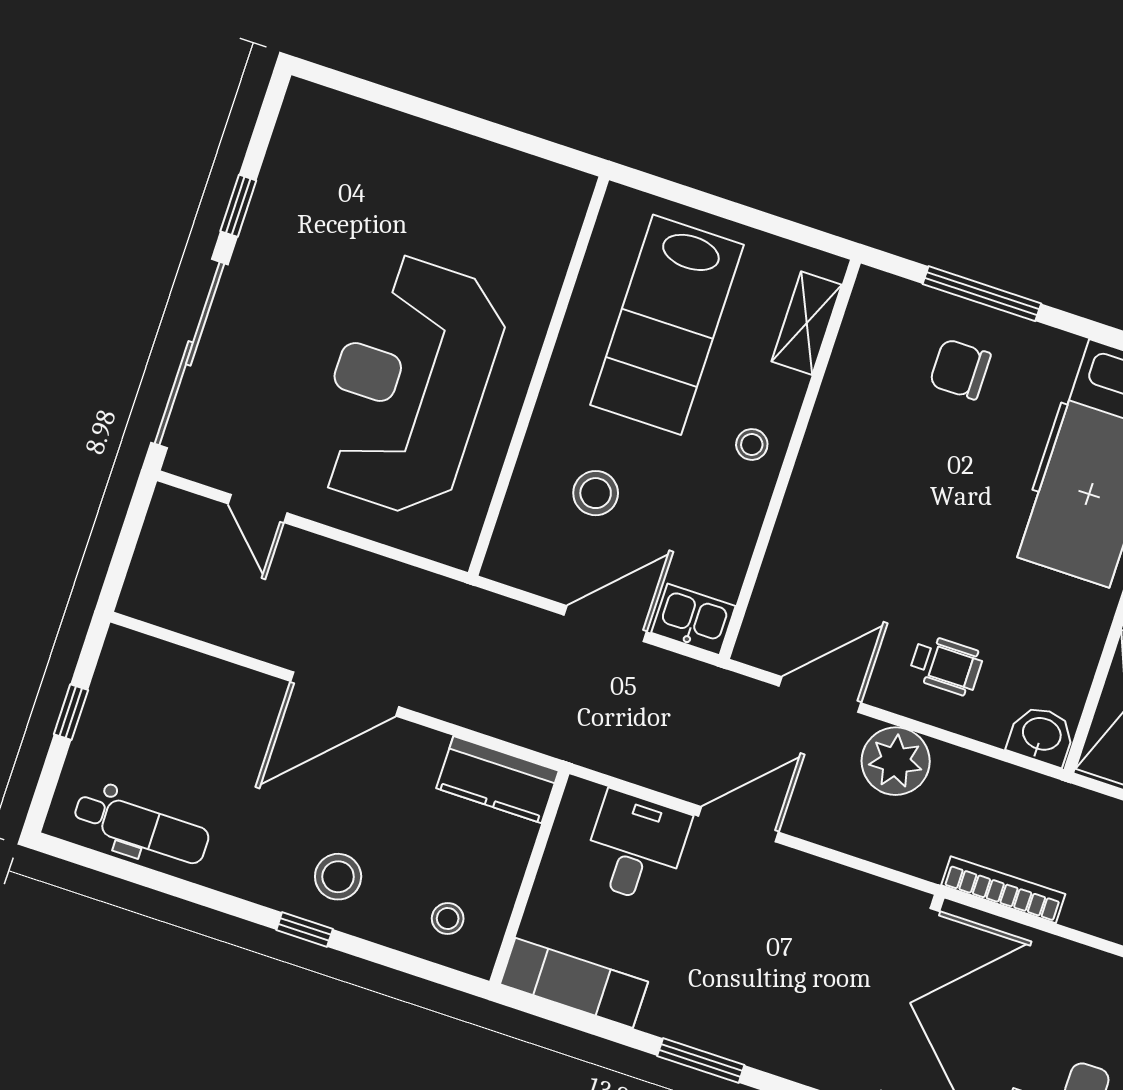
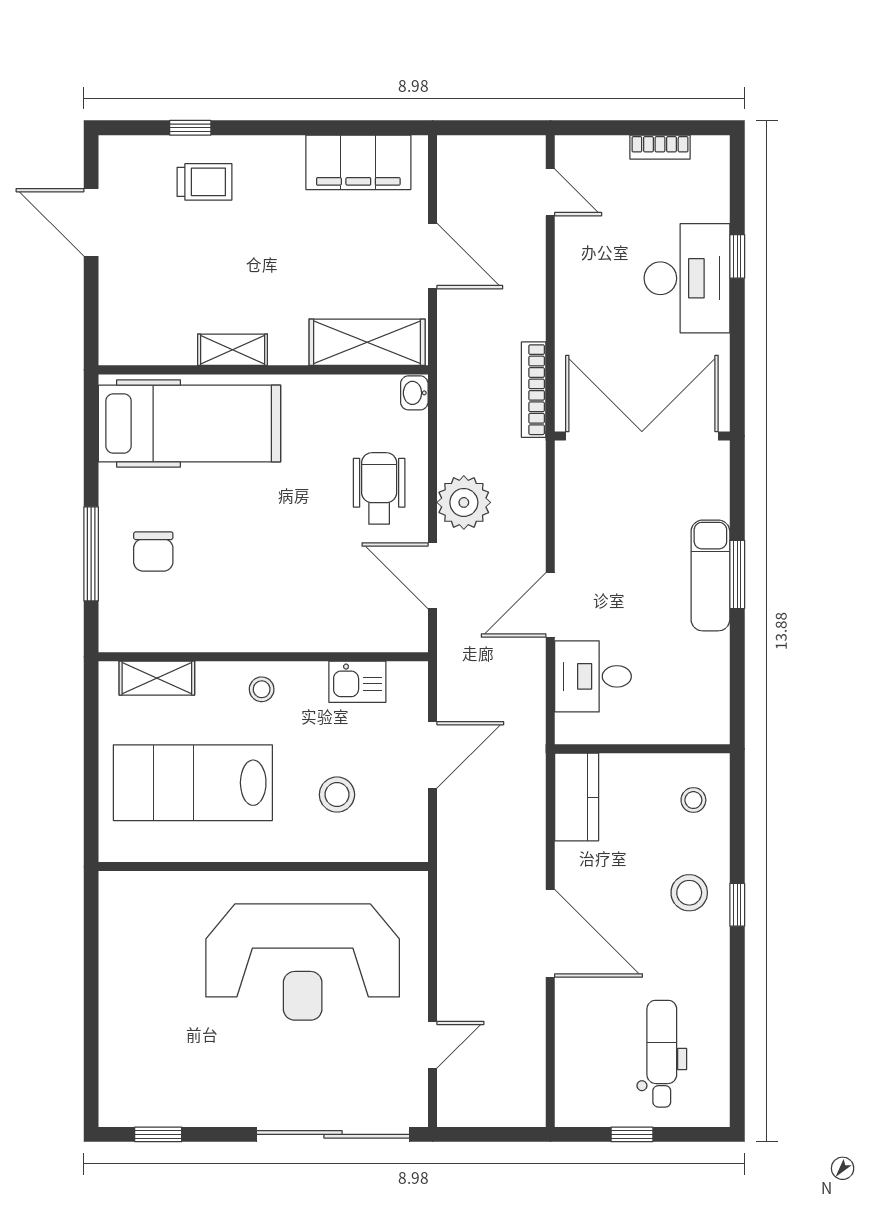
window: (238, 206) -> (158, 1134), moved
lab bench: (667, 325) -> (193, 783), turned 180
kitchen sink: (693, 619) -> (357, 682), moved, turned -90
door: (605, 624) -> (433, 755), swing flipped
wheelchair: (946, 665) -> (379, 488), width x1.36, depth x1.37
washbasin: (1041, 735) -> (414, 393), width x0.72, depth x0.69
door: (739, 824) -> (550, 605), hinge flipped
dental chair: (141, 827) -> (662, 1054), moved
exam couch: (574, 983) -> (710, 575), moved

